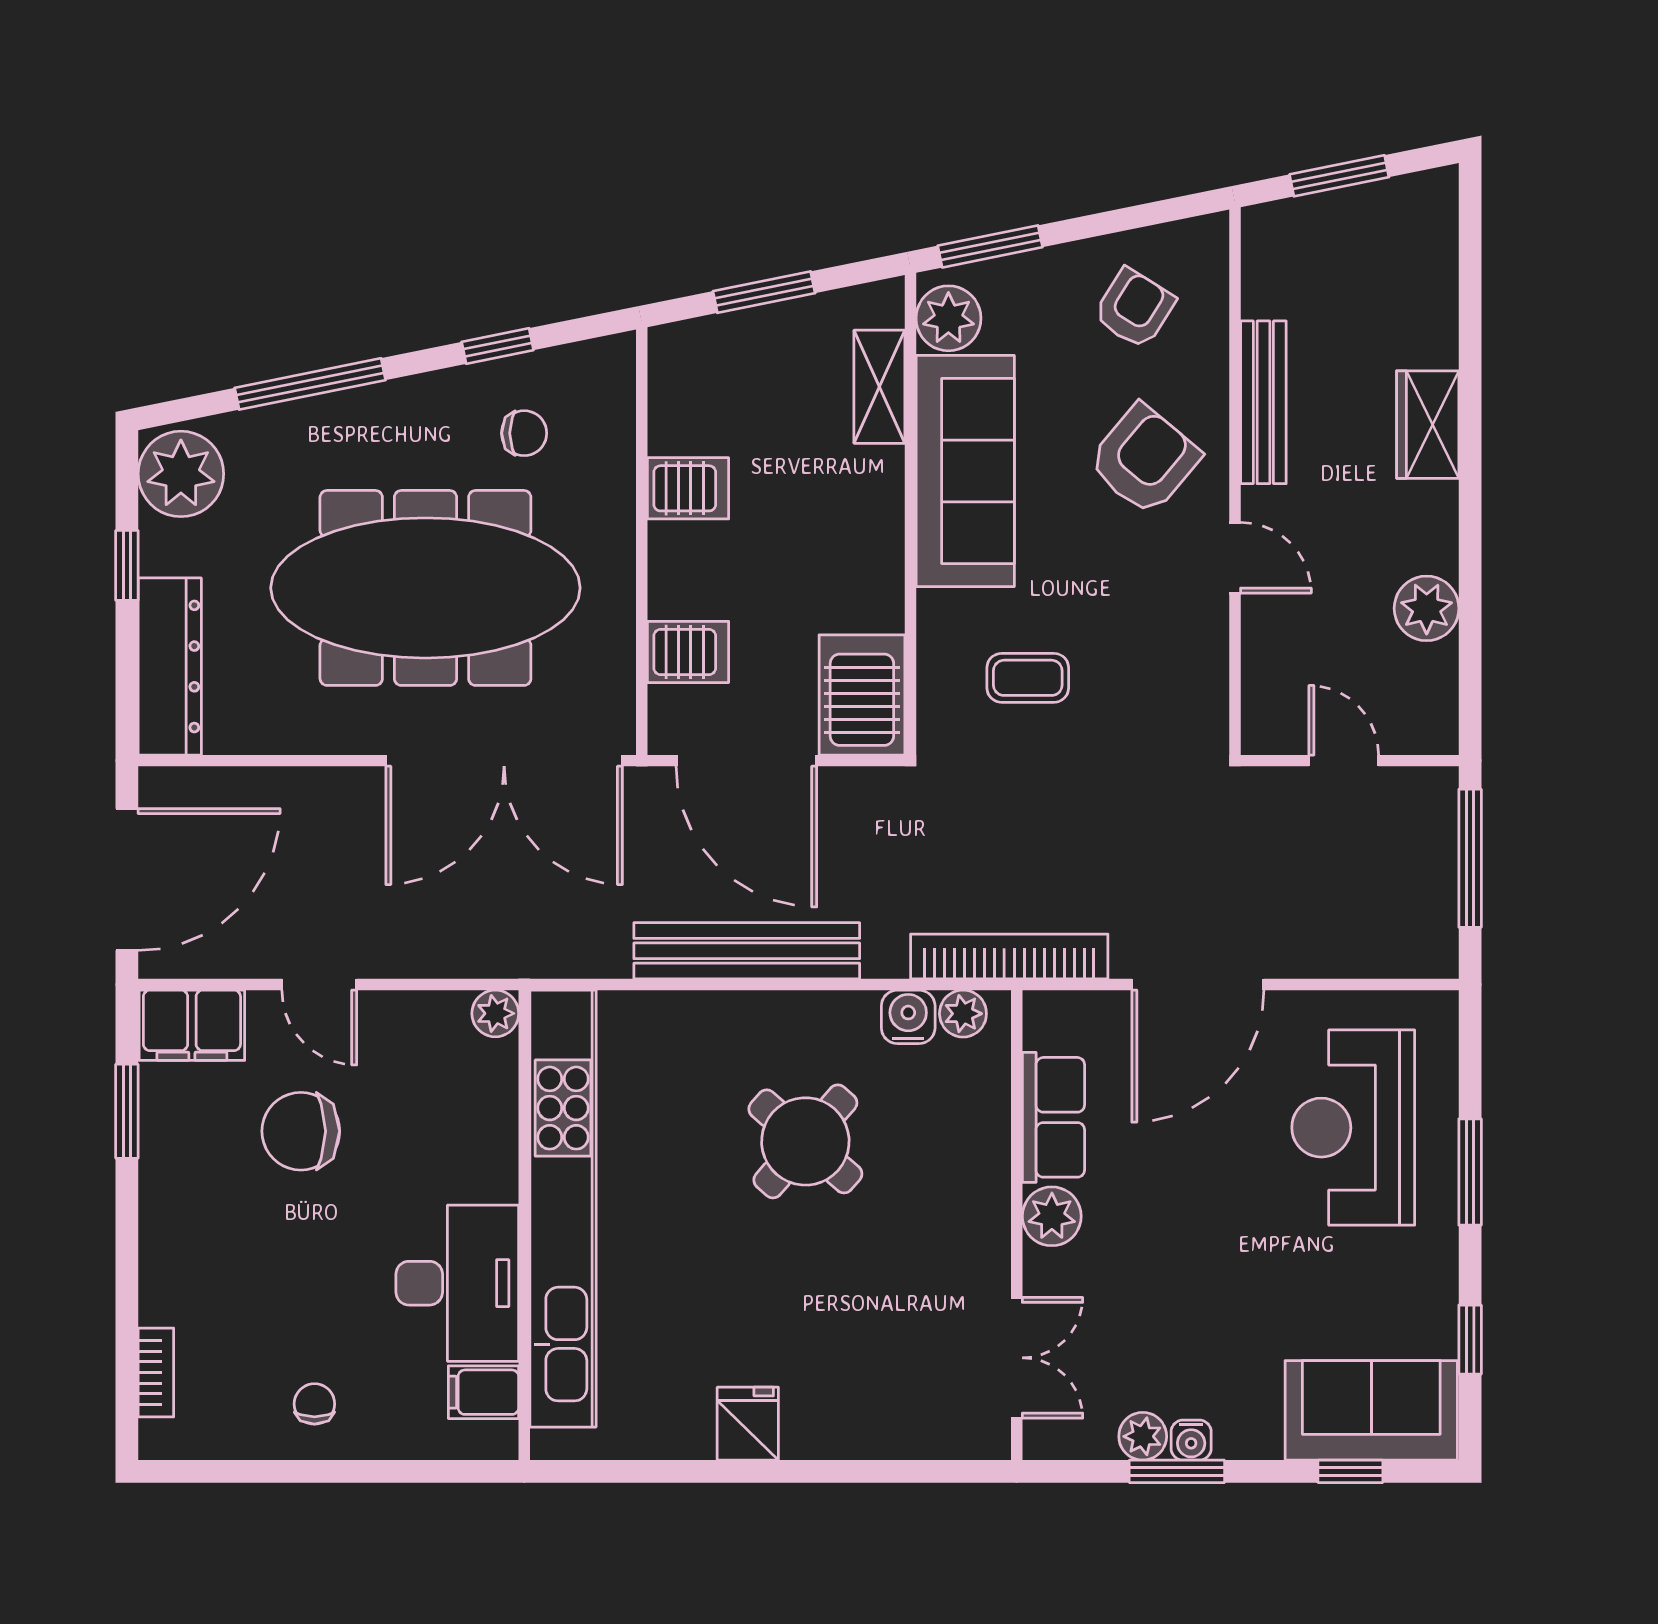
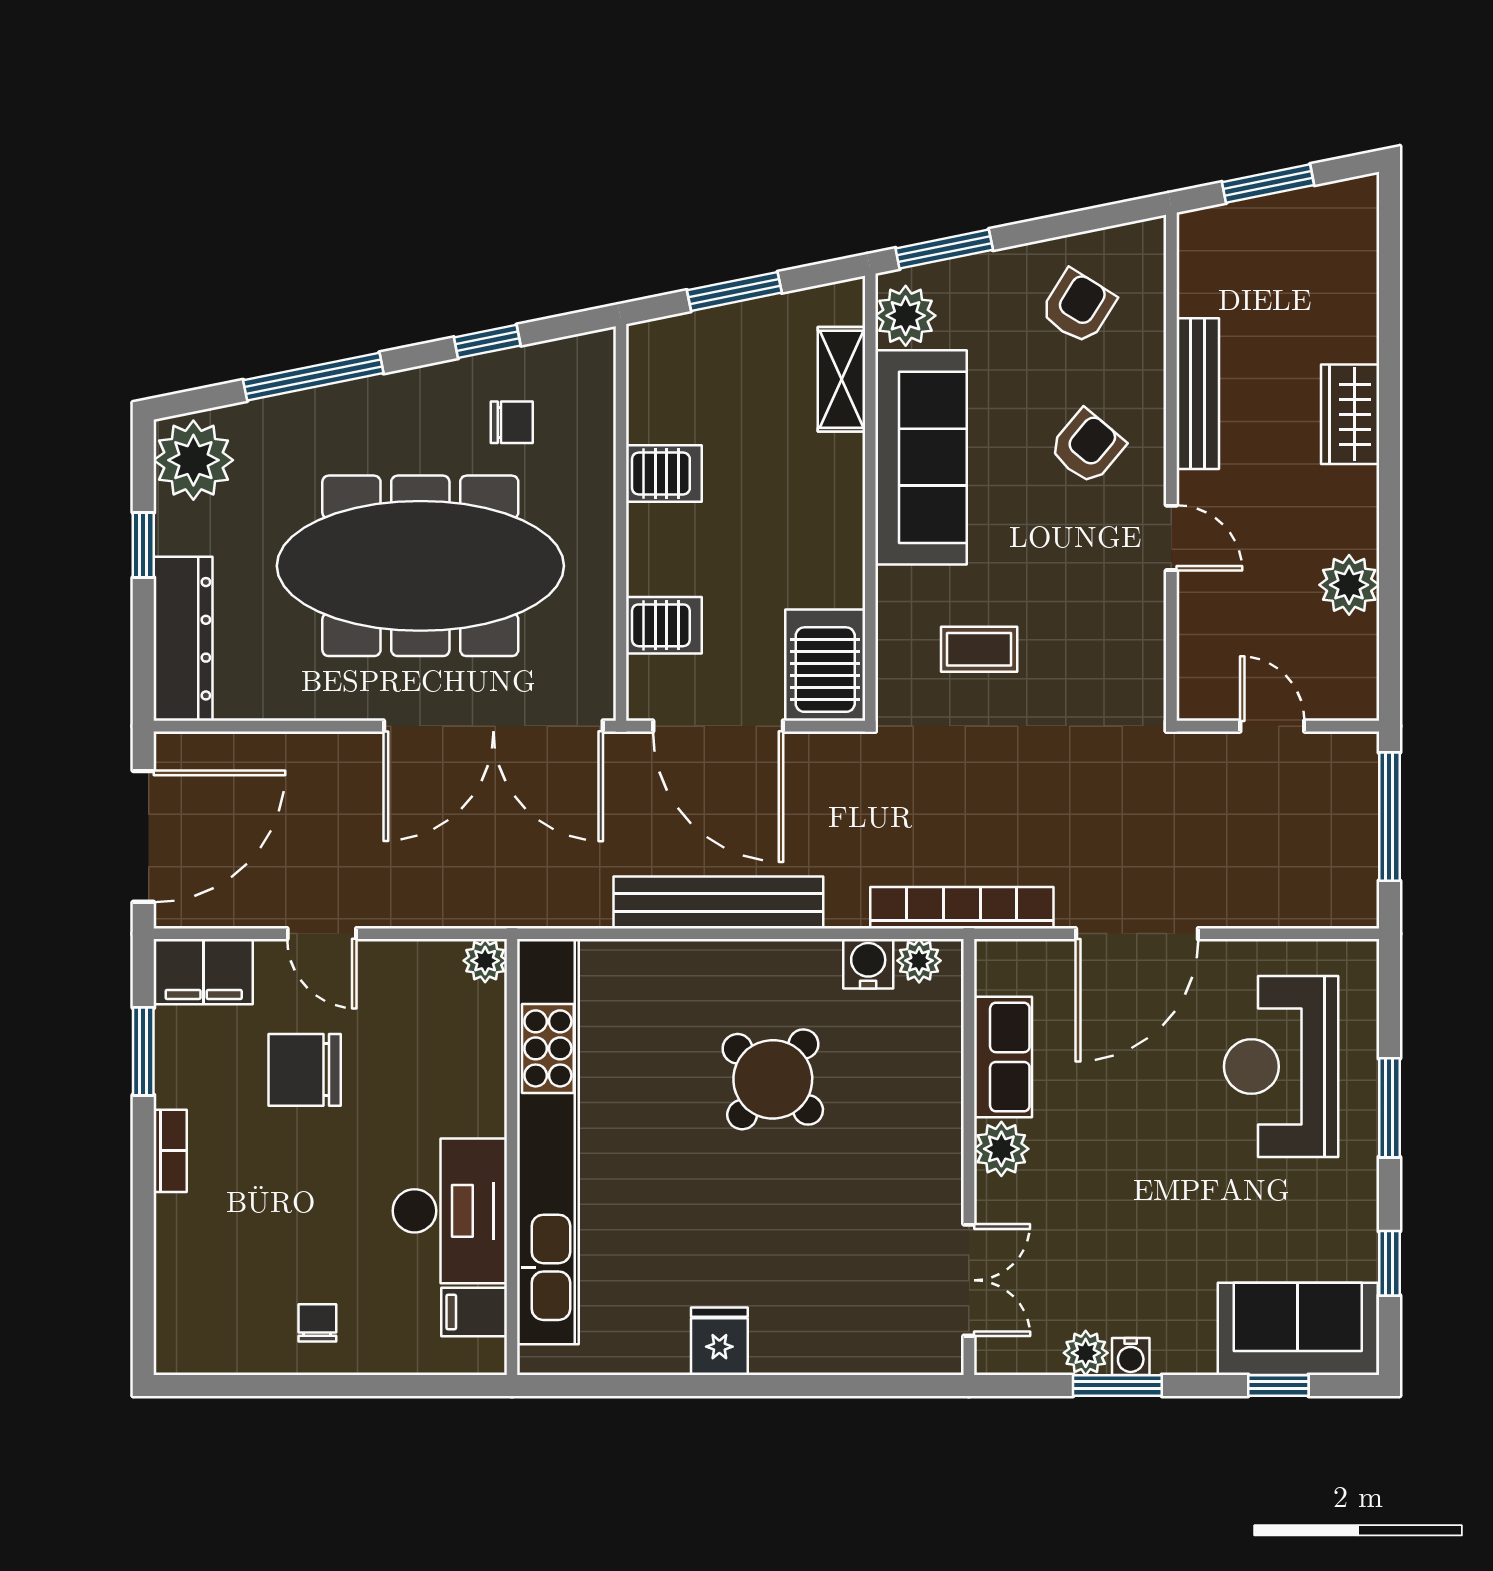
armchair: (1144, 460) -> (1087, 447), width x0.72, depth x0.72
bookcase: (156, 1373) -> (170, 1151), moved

